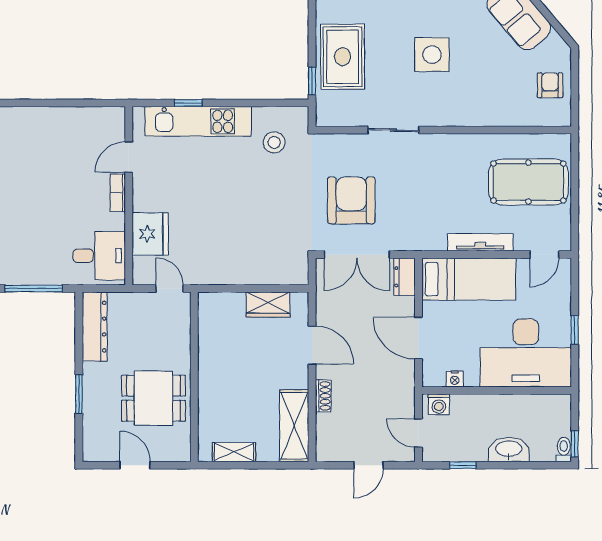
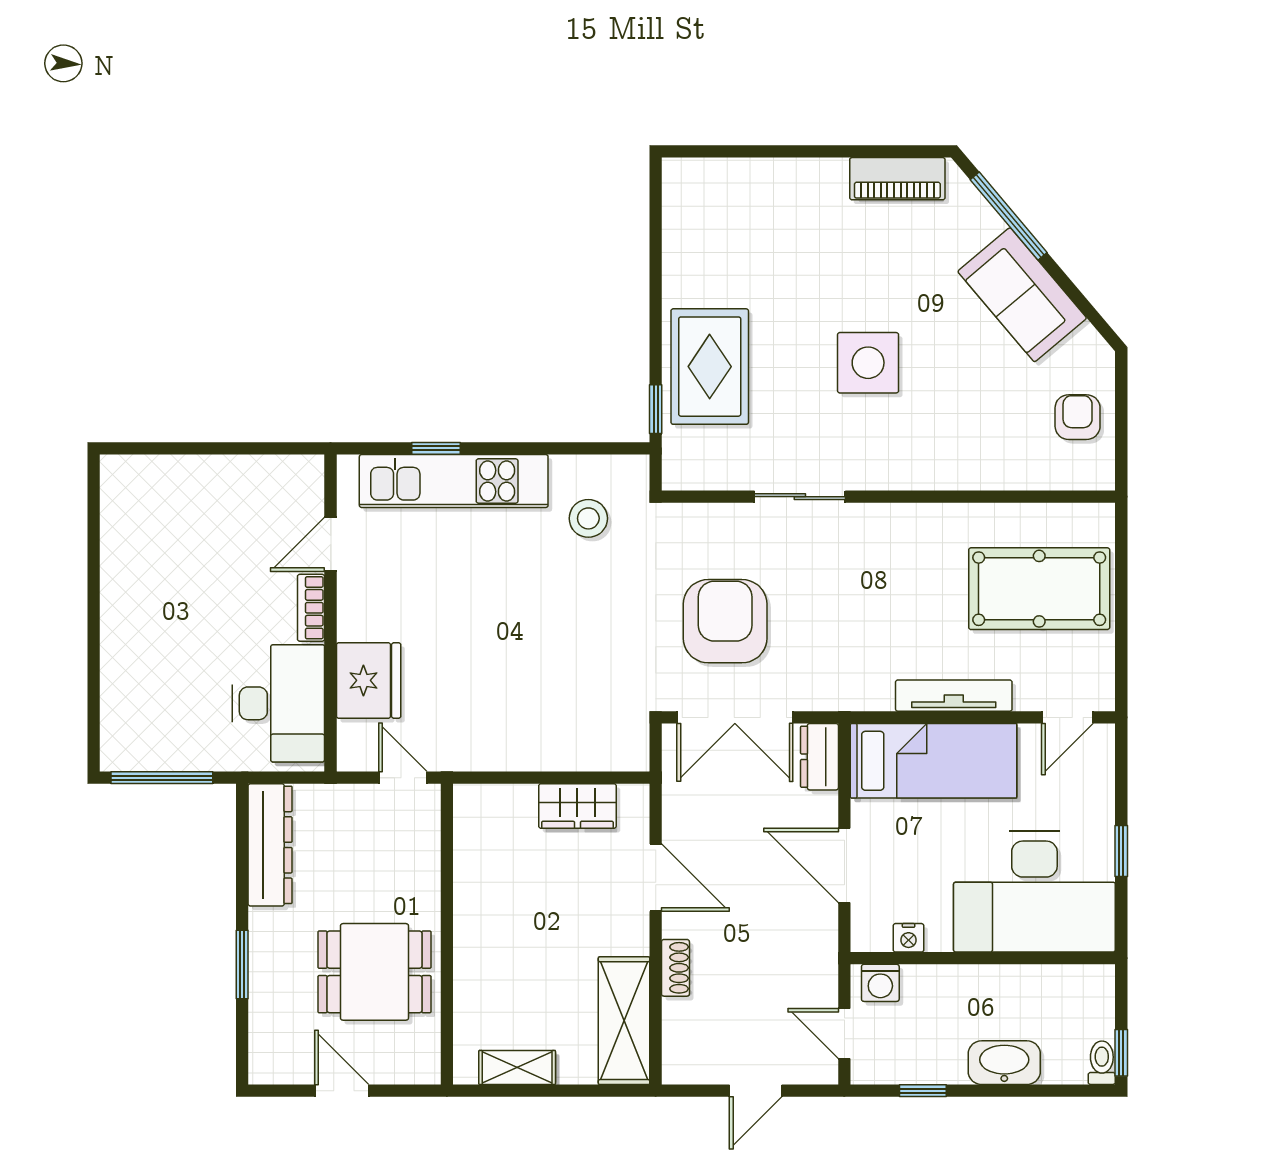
desk: (99, 256) -> (278, 703), width x1.37

